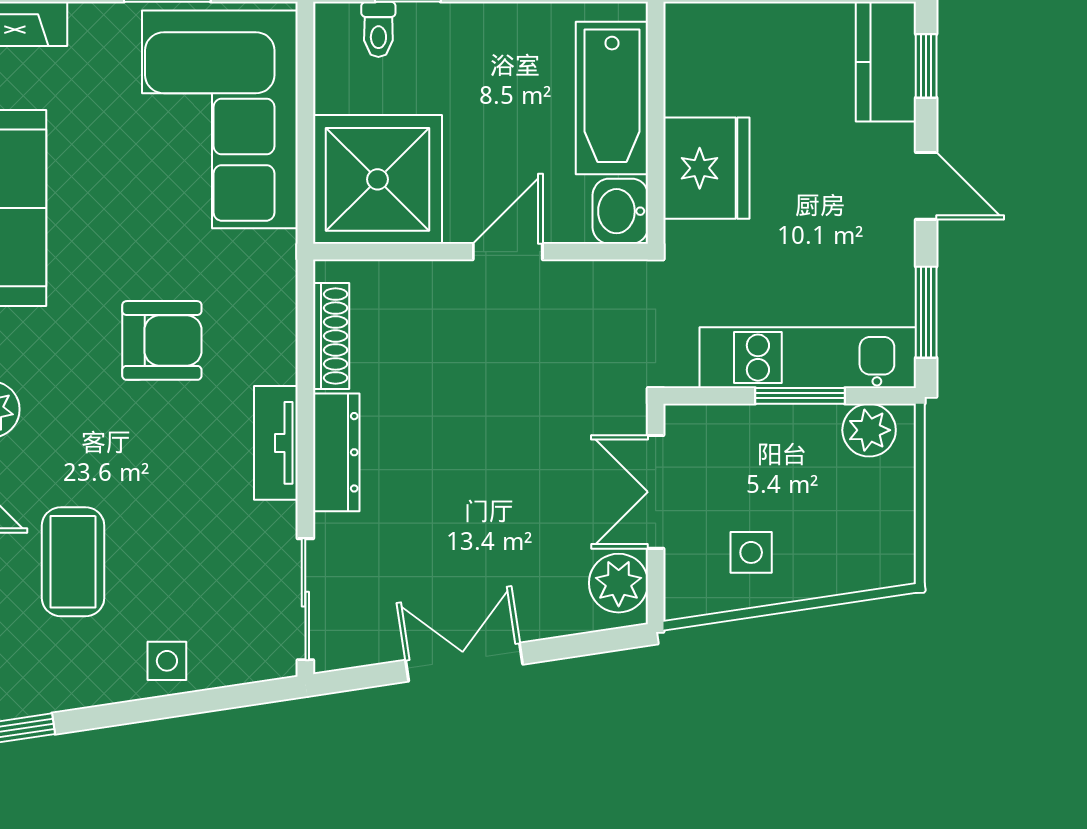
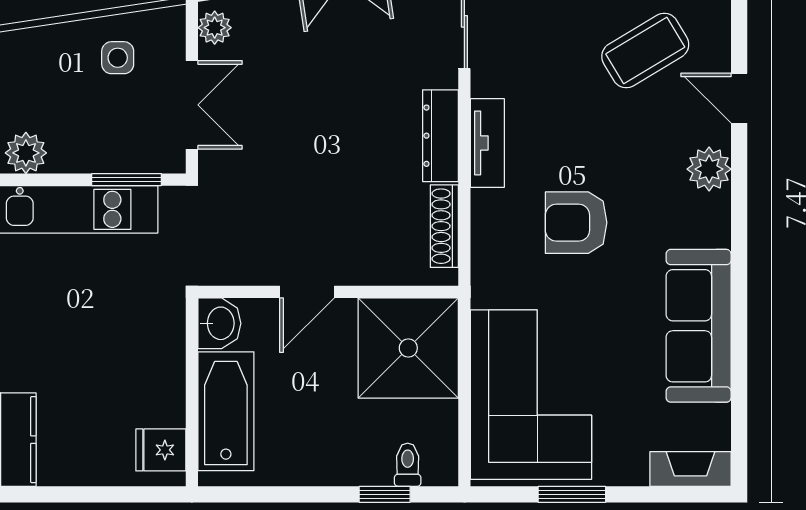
fridge: (706, 168) -> (161, 450), moved, width x0.53, depth x0.75
window: (800, 396) -> (127, 180), moved
coffee table: (73, 562) -> (645, 50), turned 59
plant: (619, 583) -> (215, 28), width x0.73, depth x0.73

